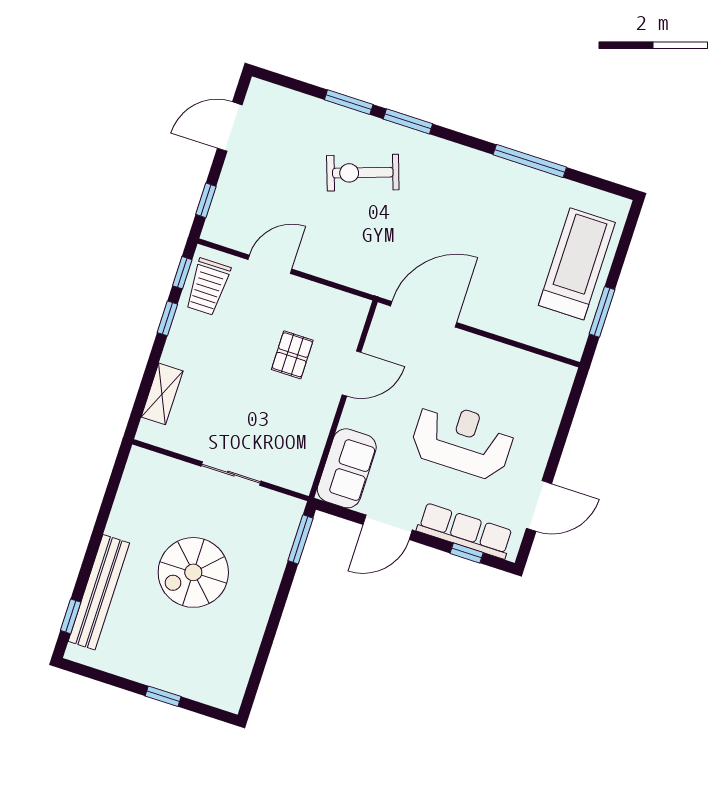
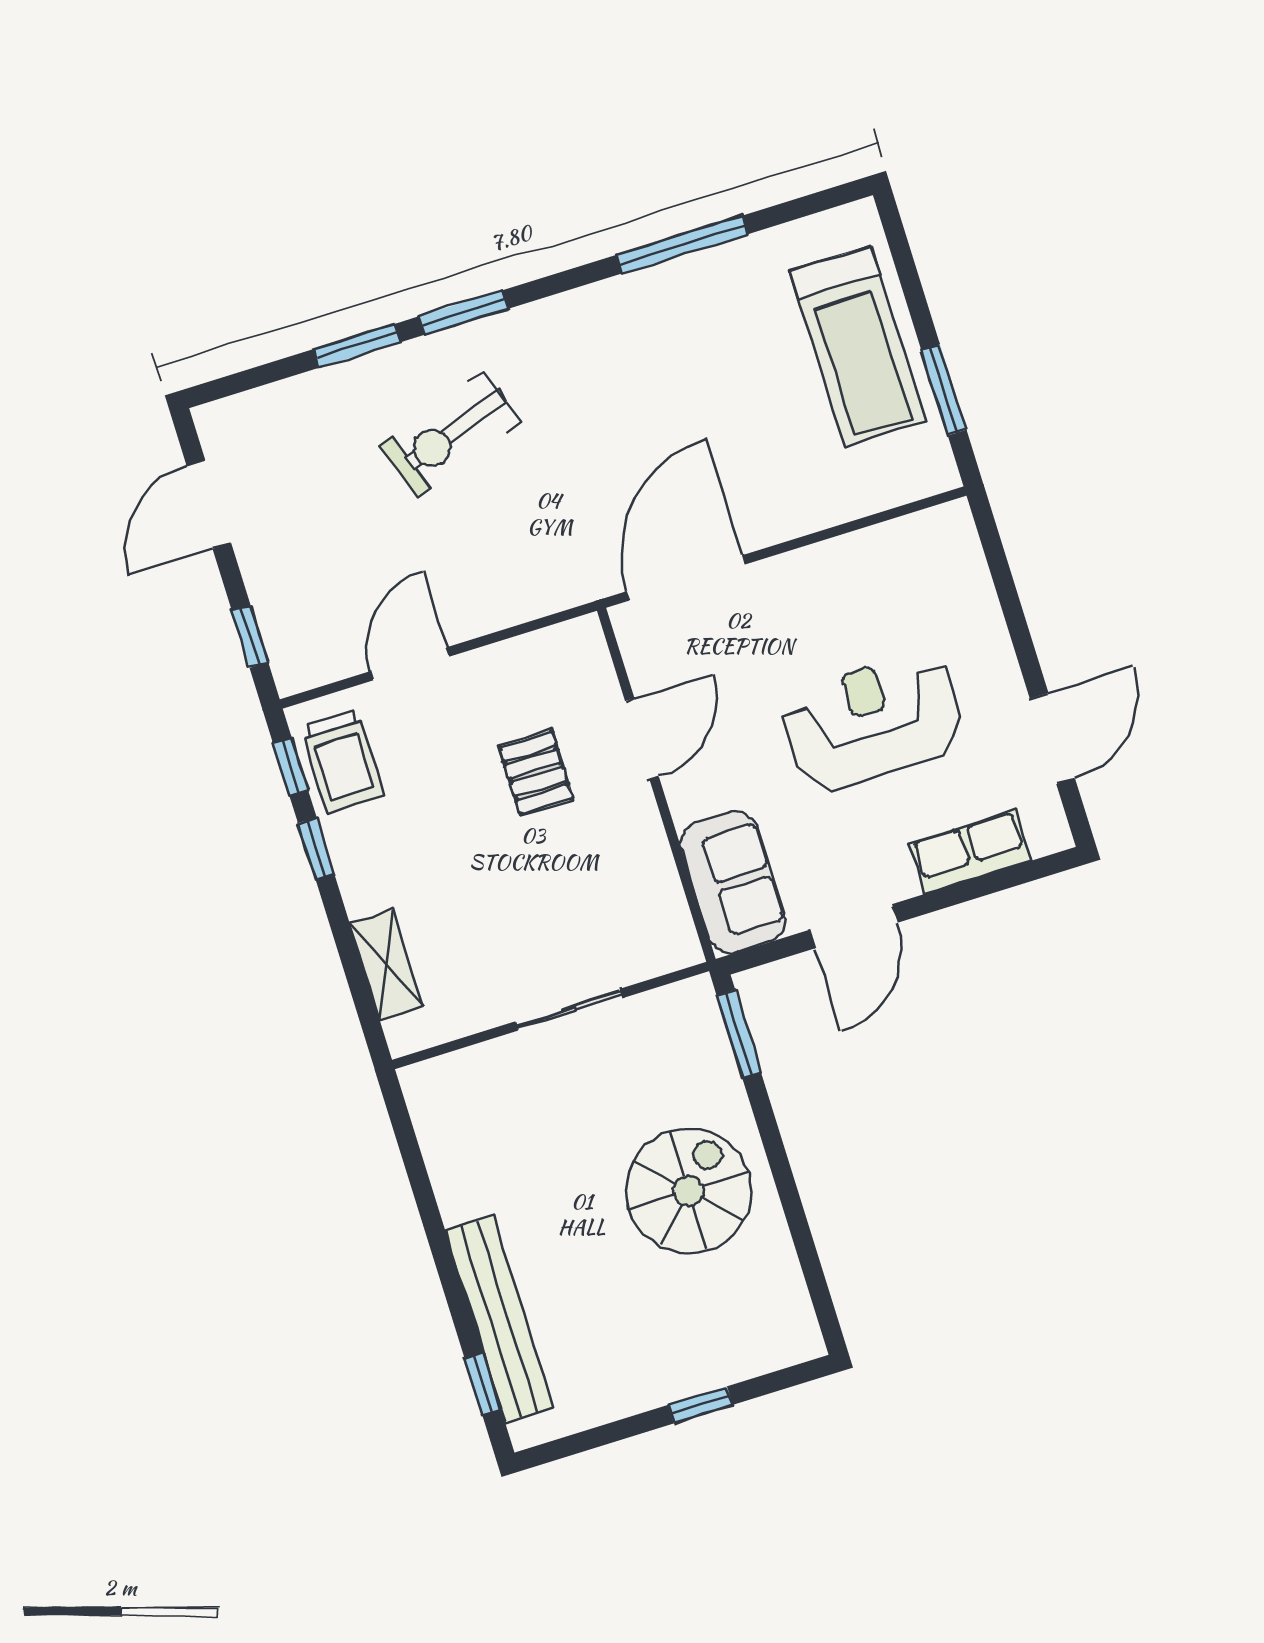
treadmill: (577, 264) -> (858, 346), turned 180
row of seats: (465, 531) -> (970, 852), width x0.68
window: (467, 553) -> (995, 882), removed
spiral stairs: (193, 572) -> (689, 1191), moved, turned 180

